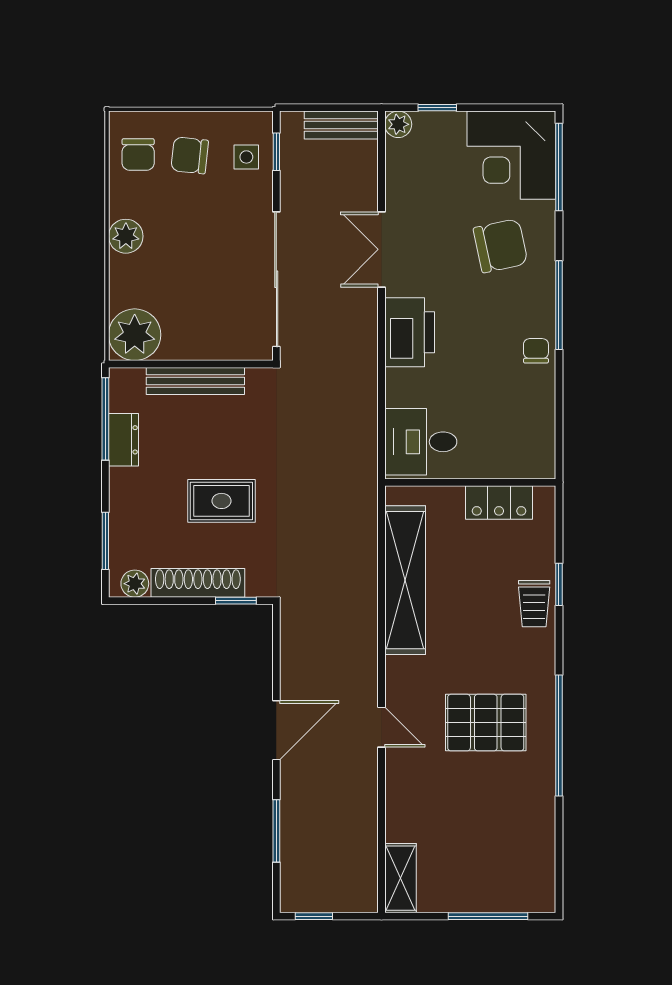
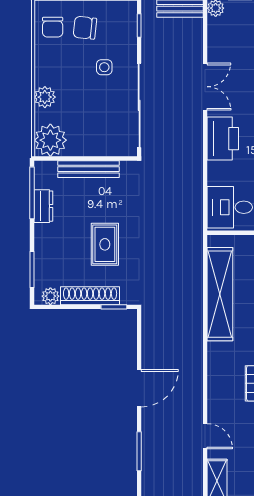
side table: (246, 157) -> (104, 67), moved
plant: (126, 236) -> (45, 97), moved
double door: (381, 249) -> (205, 87), swing flipped
rug: (221, 501) -> (105, 244), turned 90
door: (381, 727) -> (205, 436), moved

